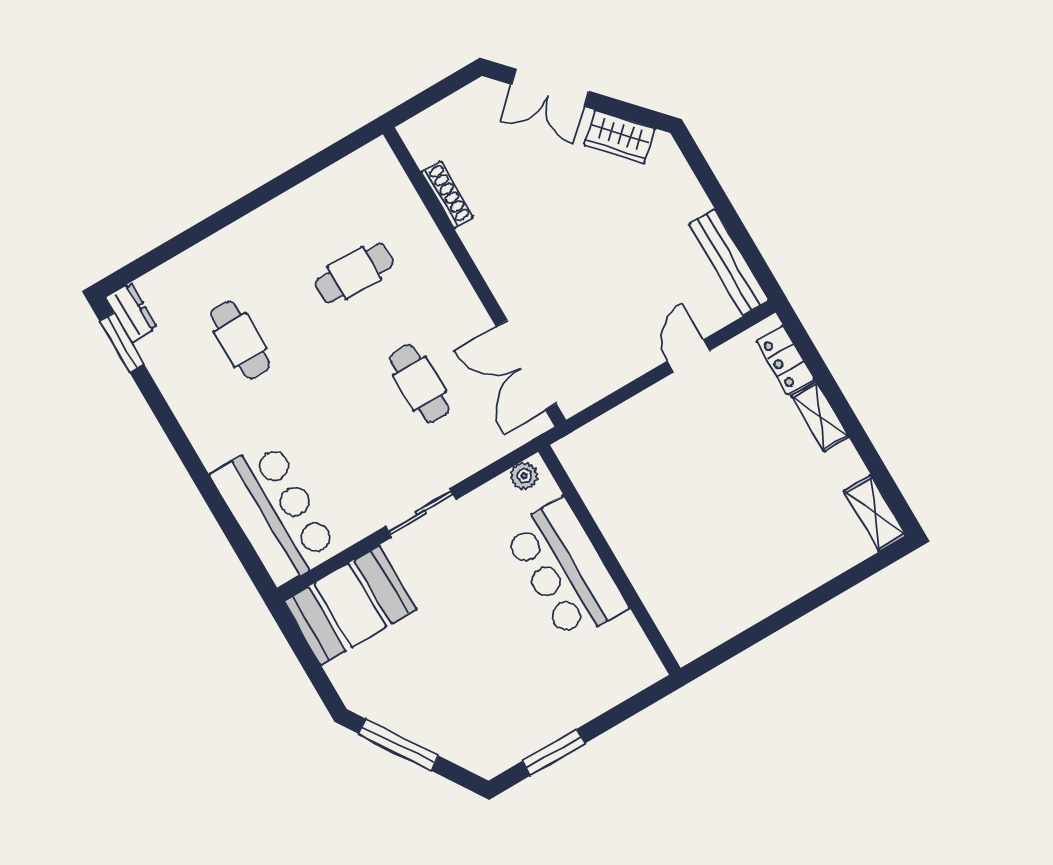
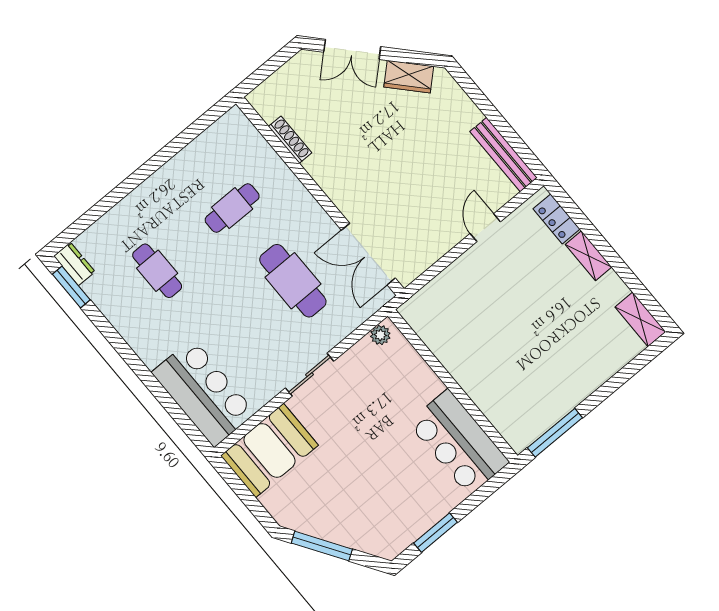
cafe table: (419, 384) -> (293, 281), width x1.37, depth x1.35
bar counter: (565, 570) -> (458, 442), moved
window: (736, 645) -> (555, 433), added

